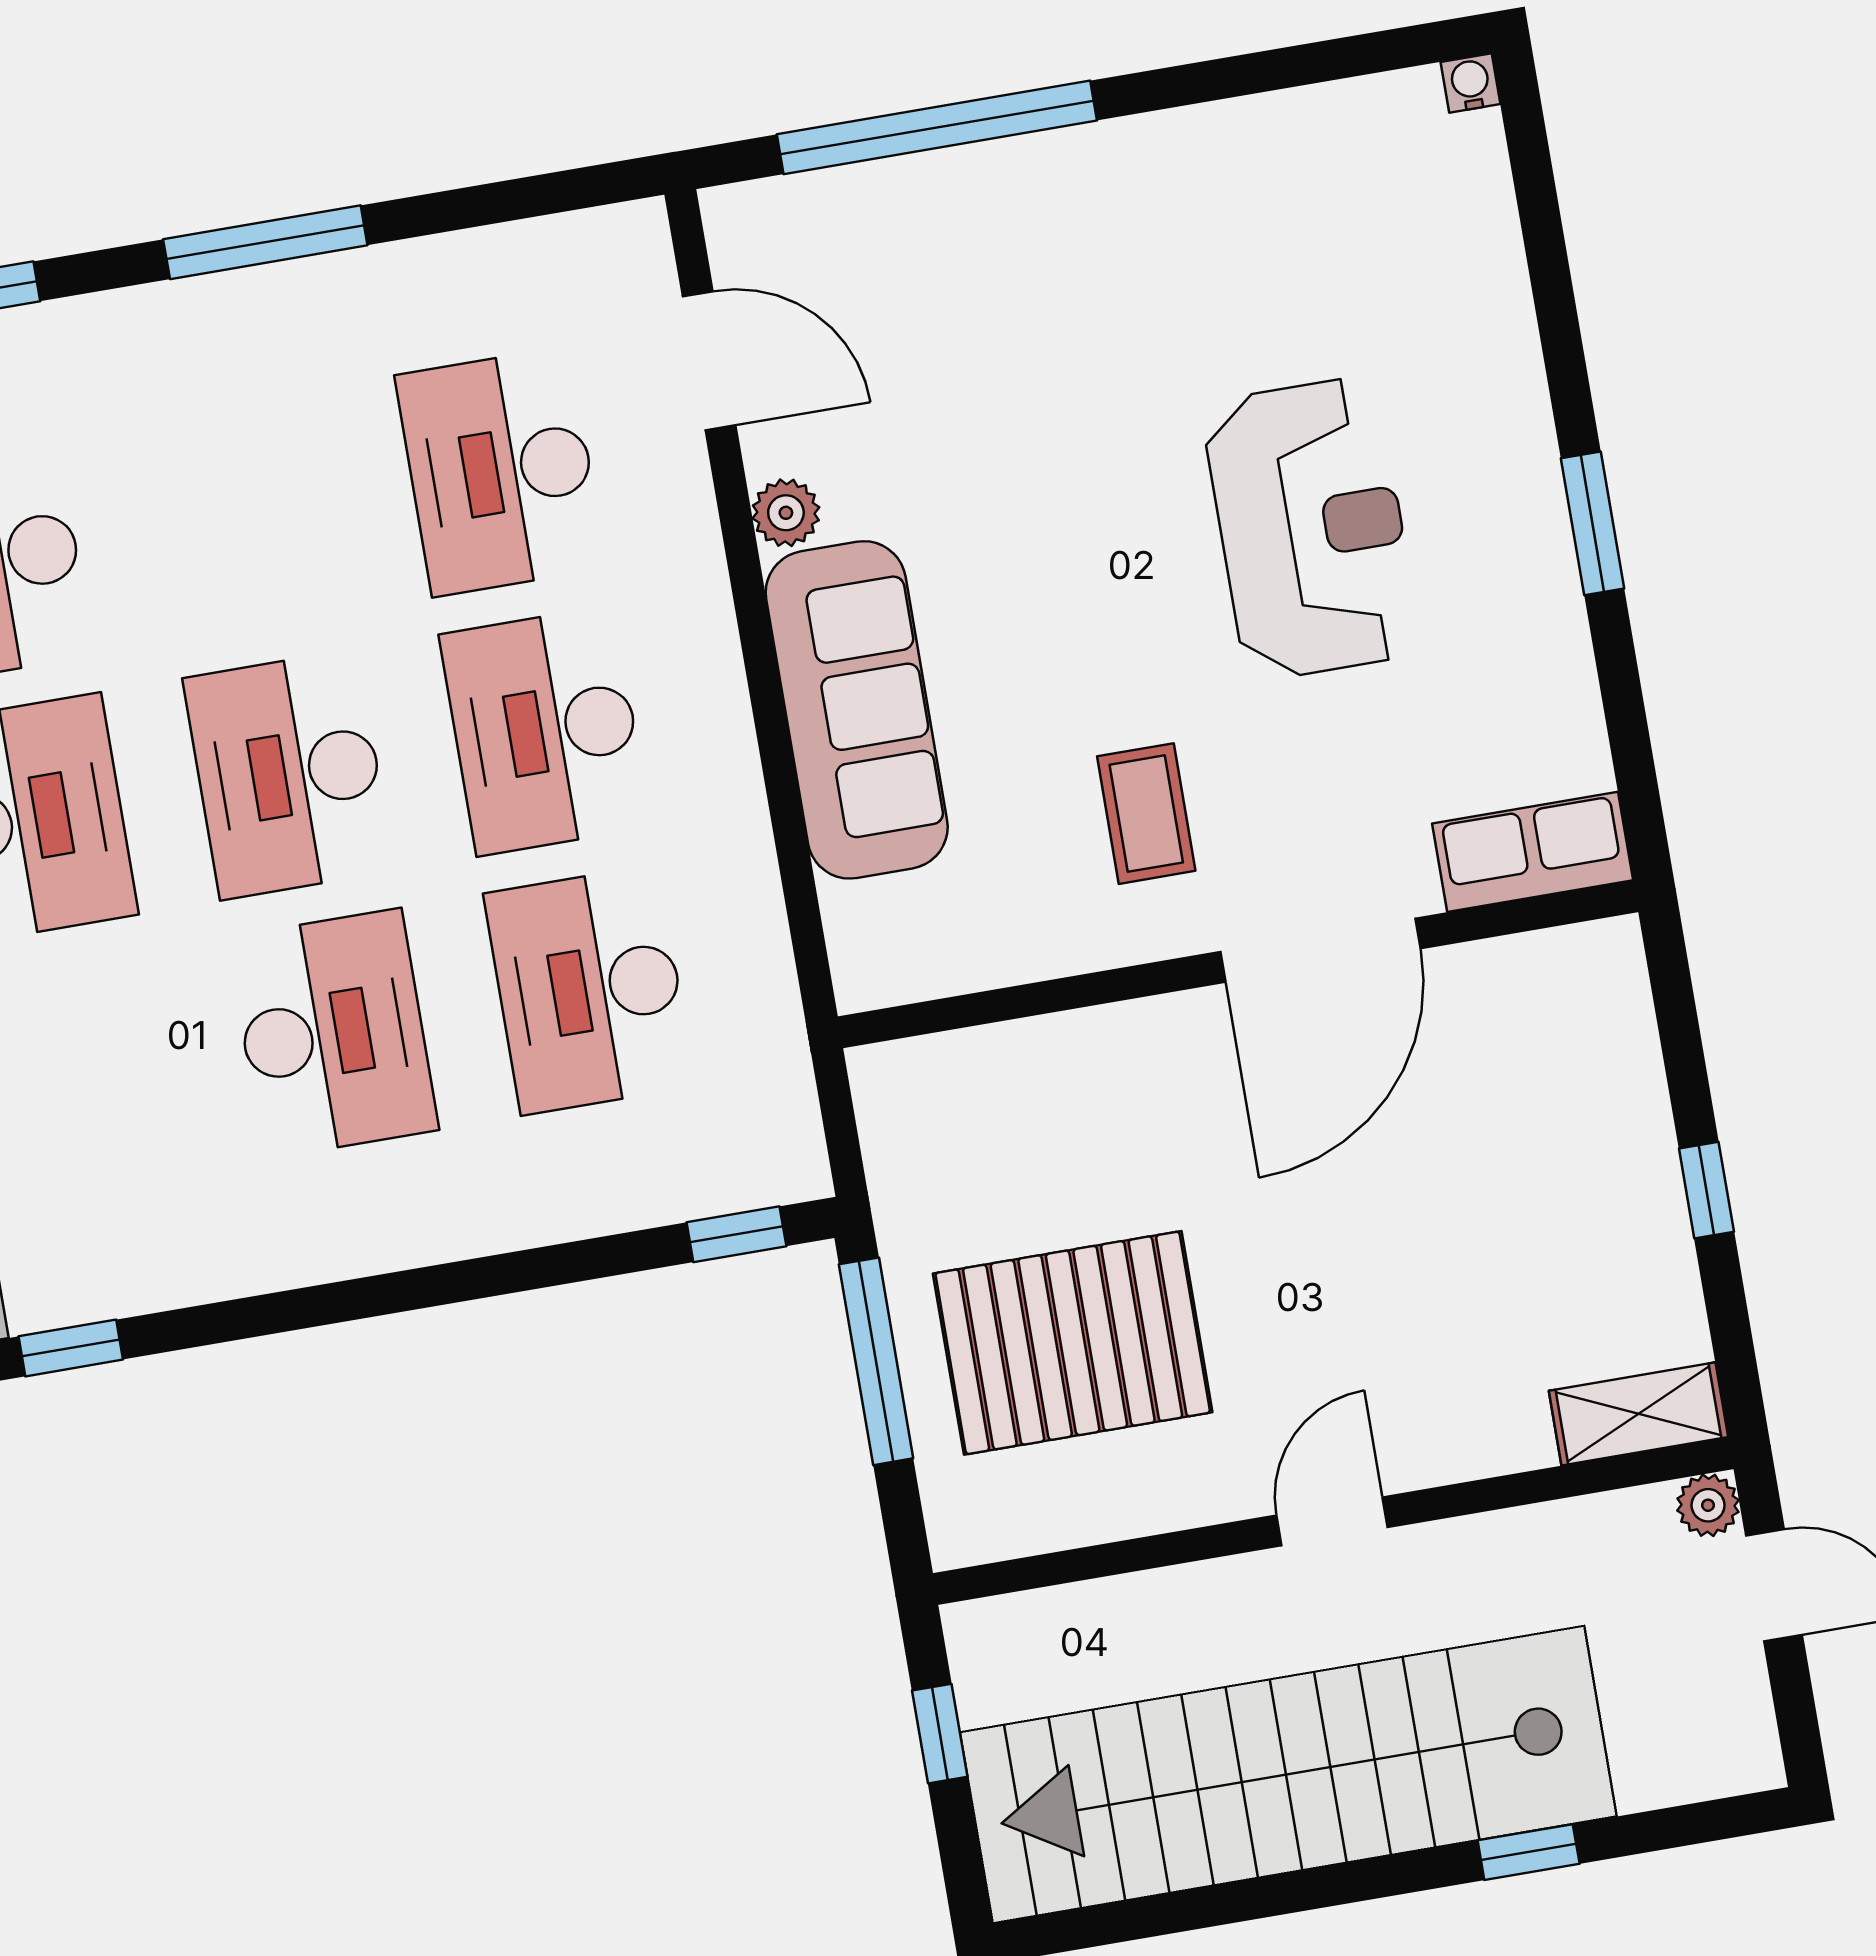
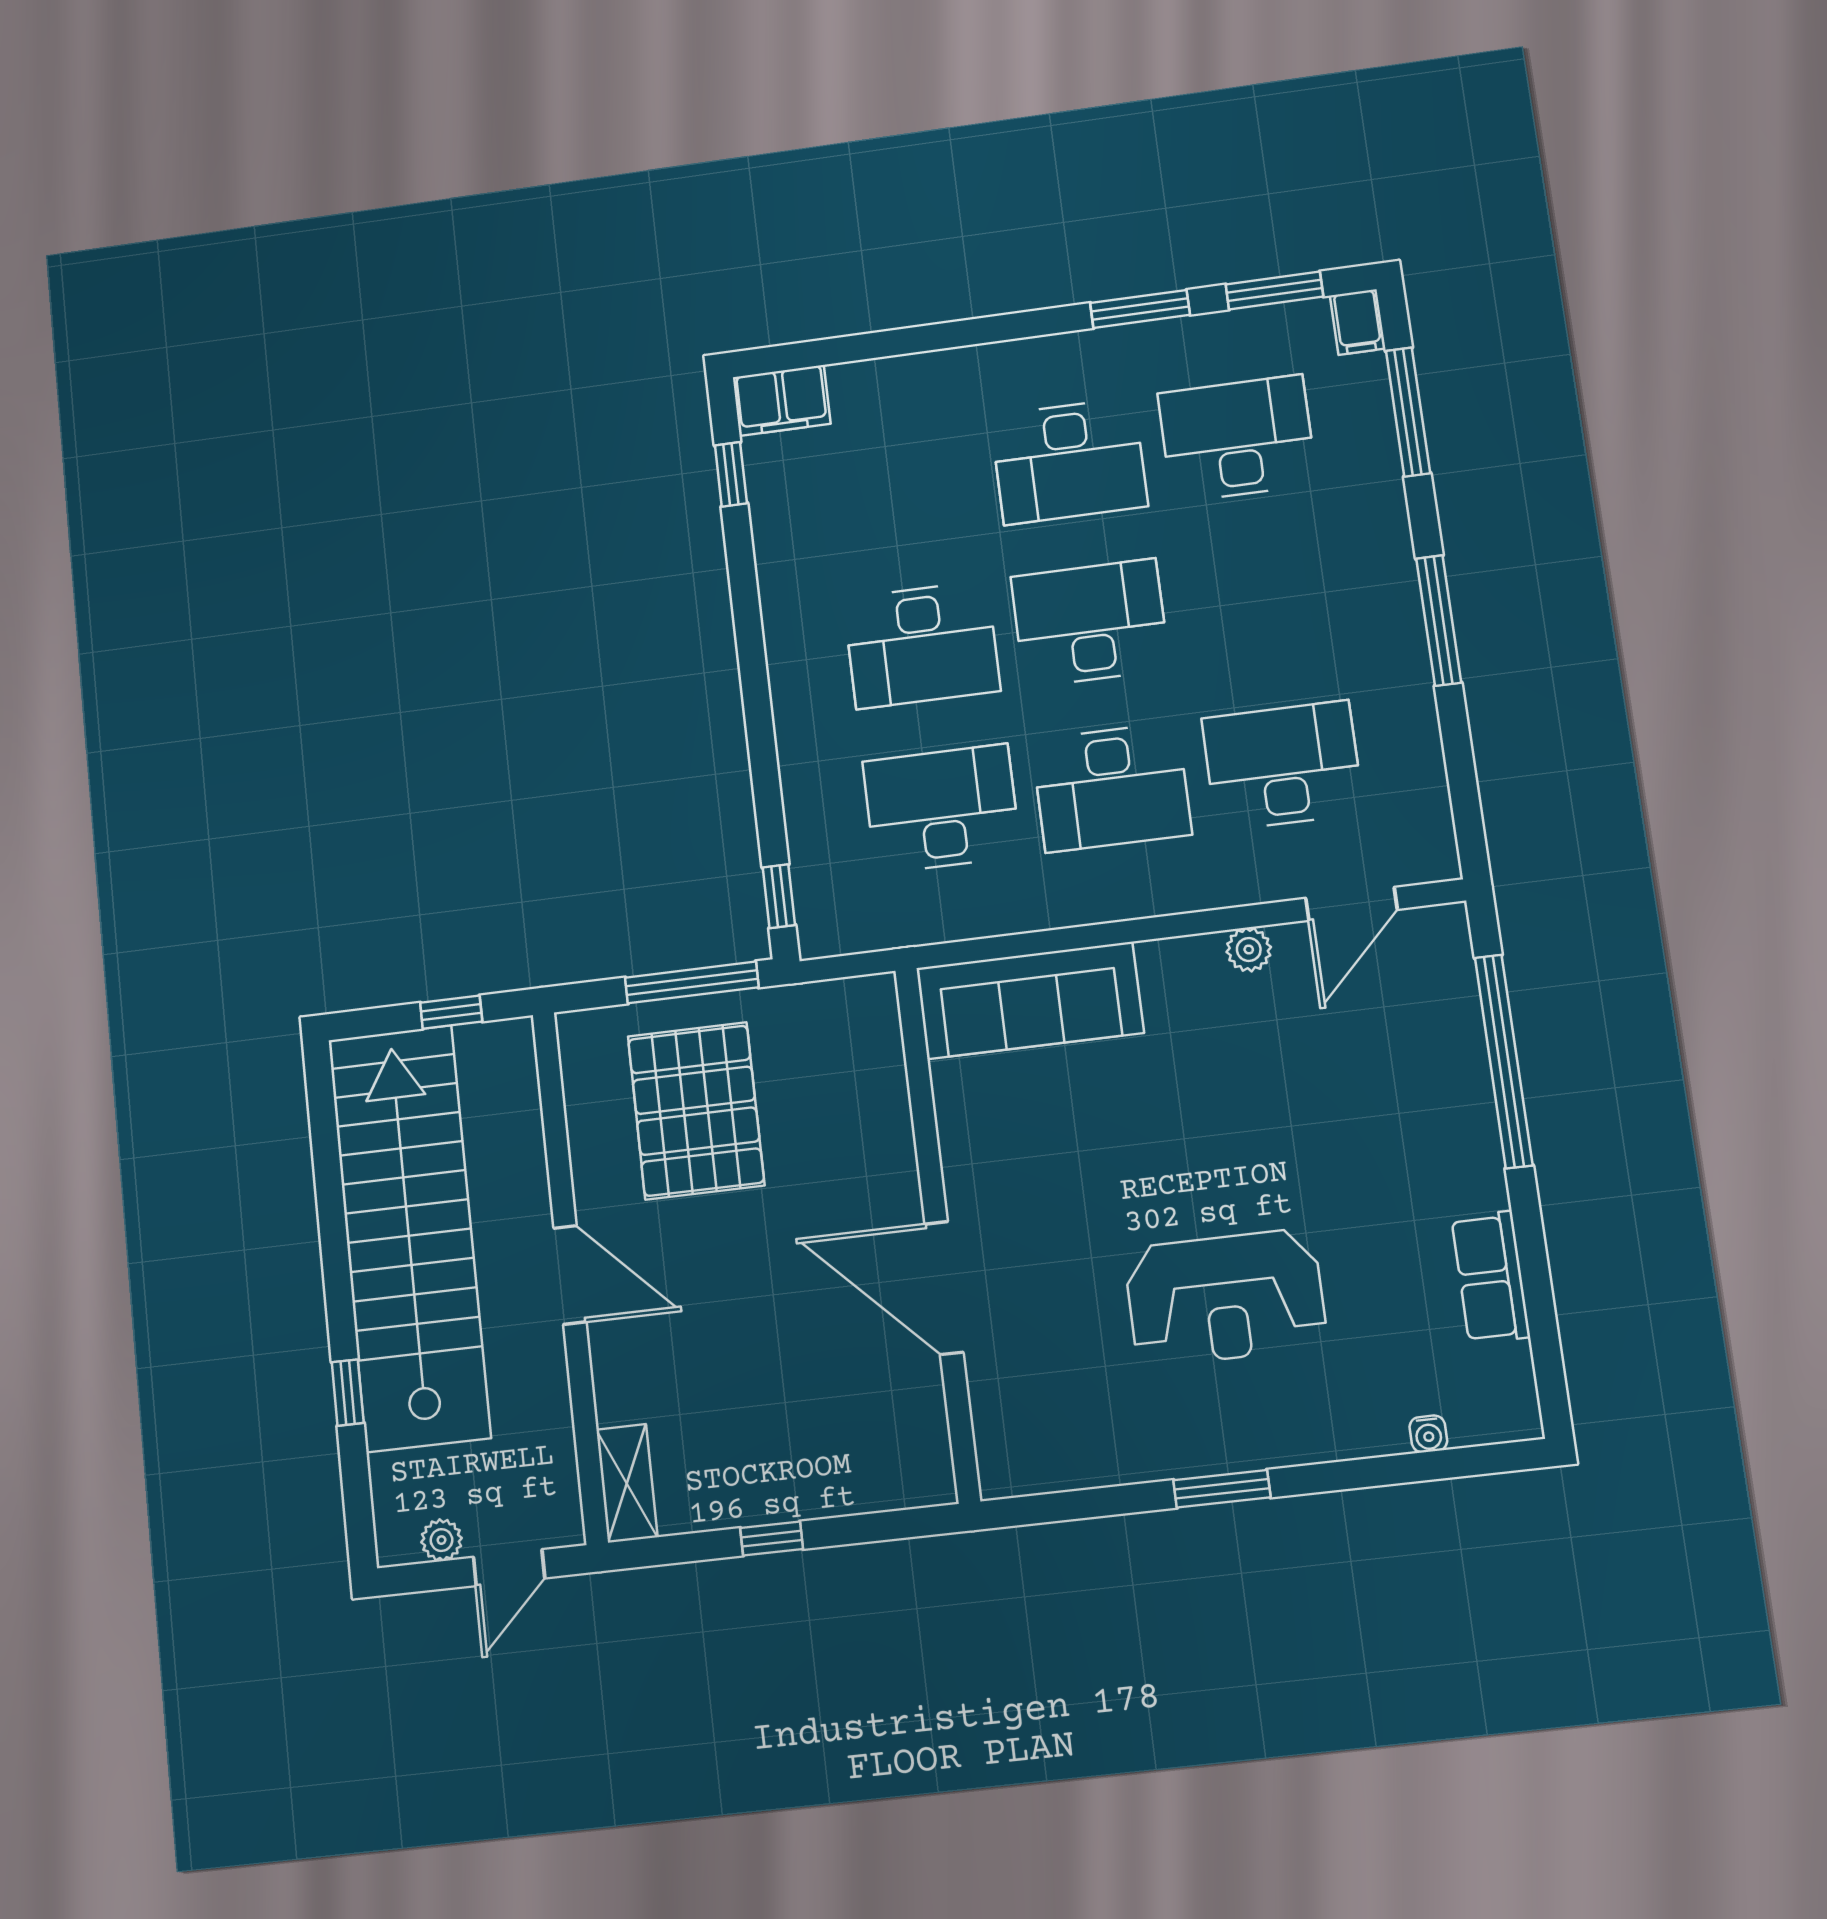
water cooler: (1470, 83) -> (1428, 1434), moved, turned 90
sofa: (857, 710) -> (1030, 1000), moved
desk: (545, 731) -> (1111, 787), turned 180
coffee table: (1146, 814) -> (1040, 1177), removed
row of seats: (1533, 852) -> (1491, 1277), moved, turned 180
plant: (1708, 1505) -> (441, 1540), moved
door: (1332, 1521) -> (570, 1275), width x1.38

